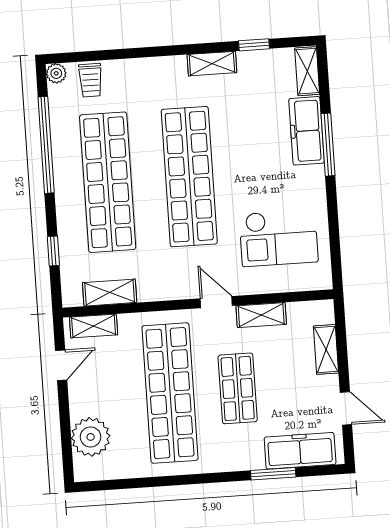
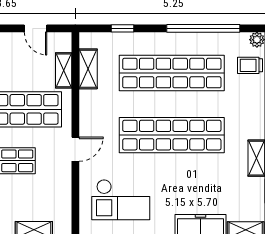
checkout: (279, 238) -> (121, 200), turned -90
shelving: (261, 315) -> (63, 182), removed
shelving: (94, 326) -> (64, 70), moved

